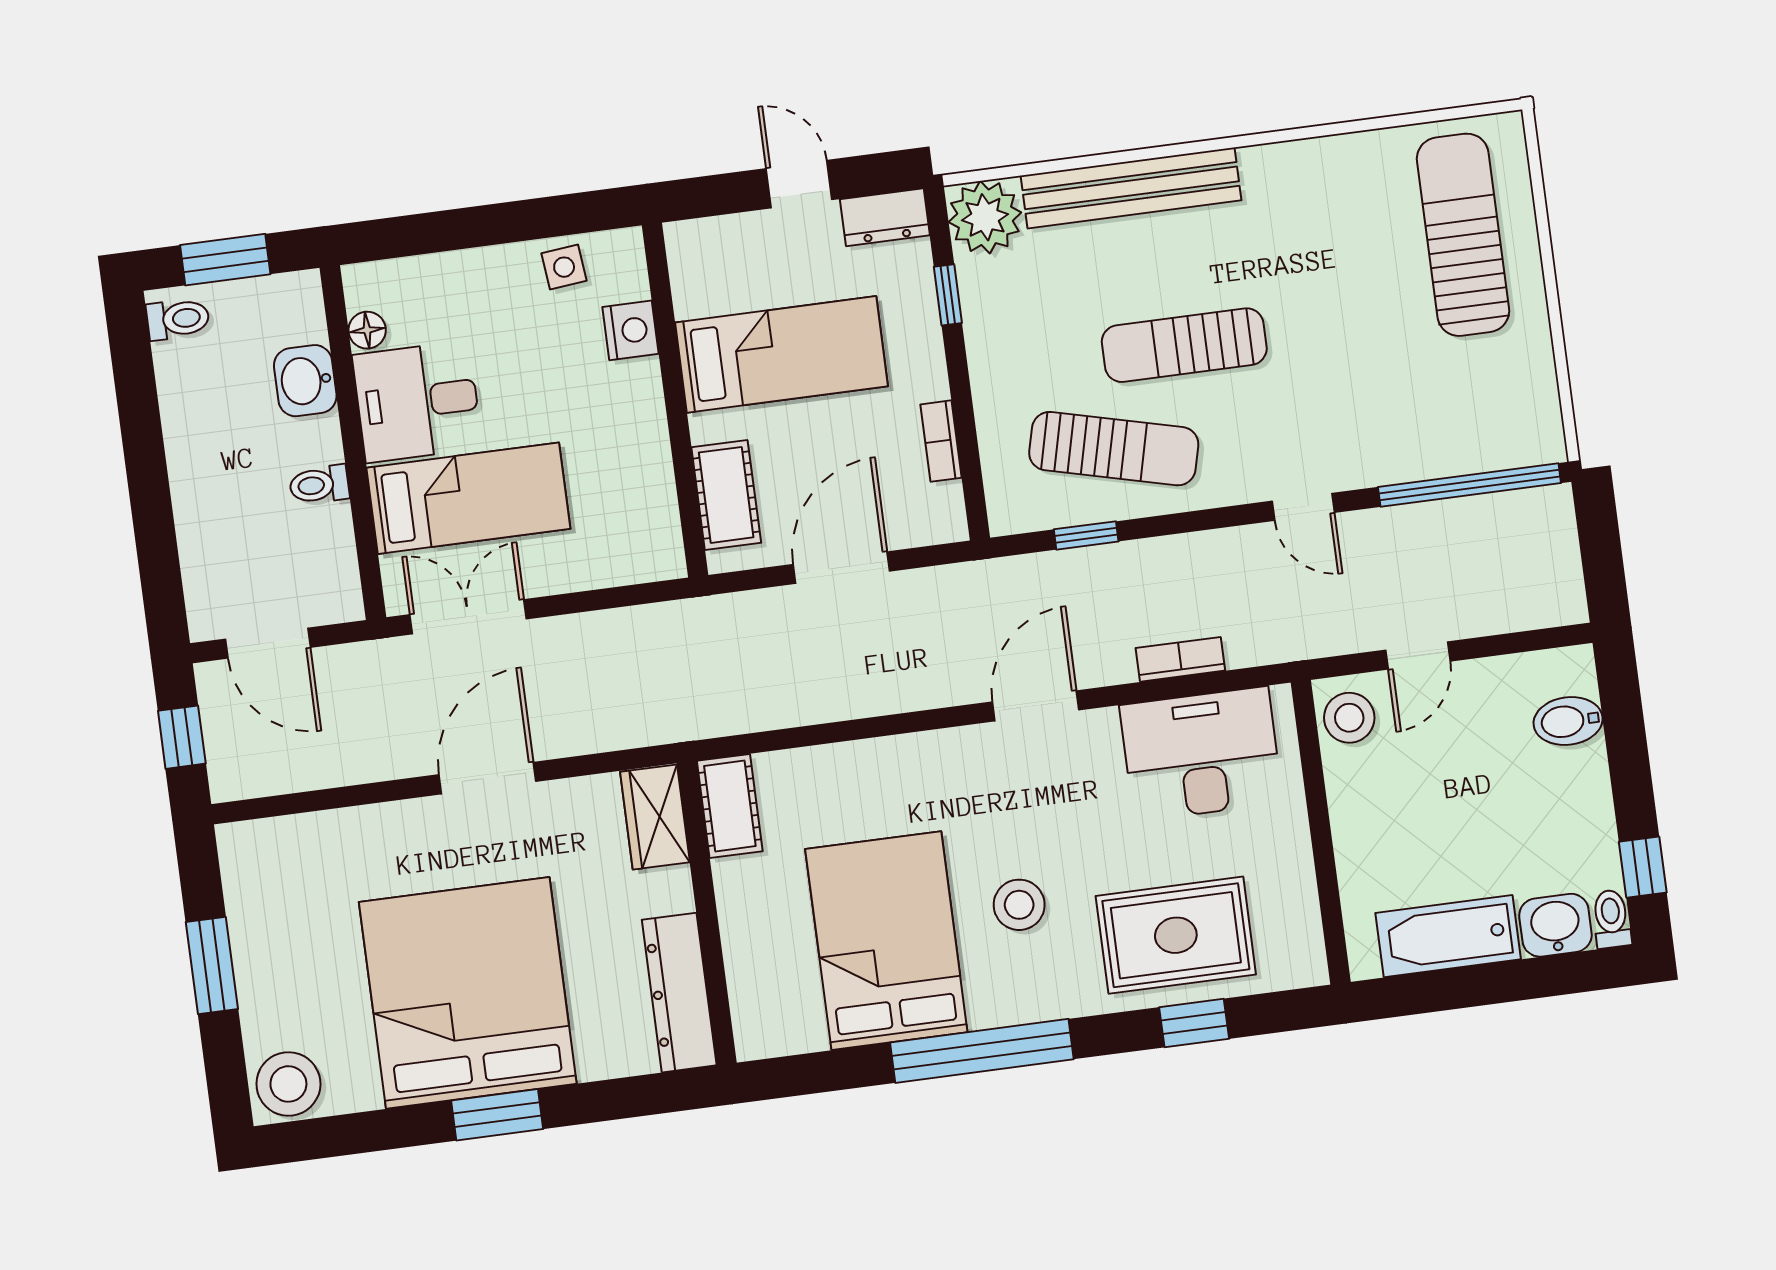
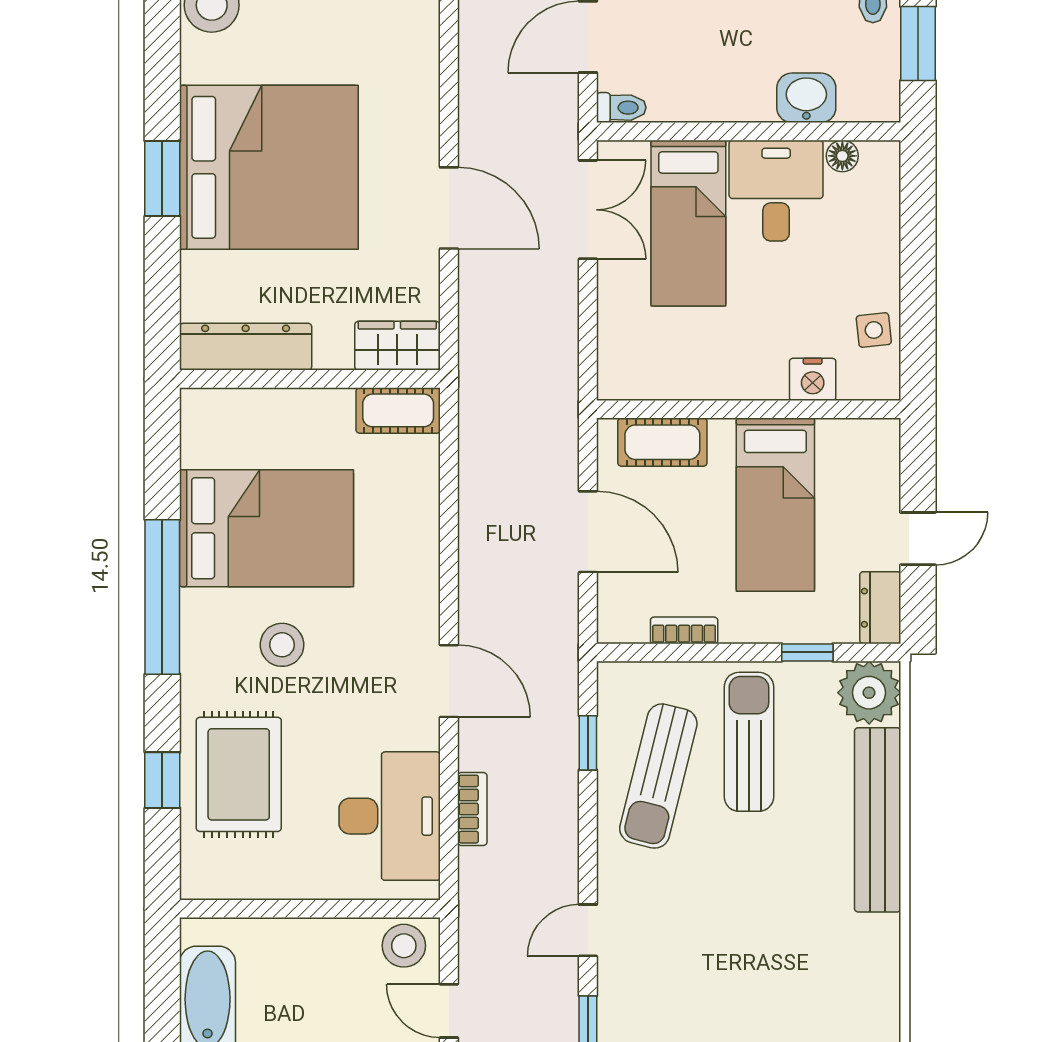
sun lounger: (1184, 345) -> (749, 742), moved
toilet: (319, 485) -> (621, 108), moved, turned 90

